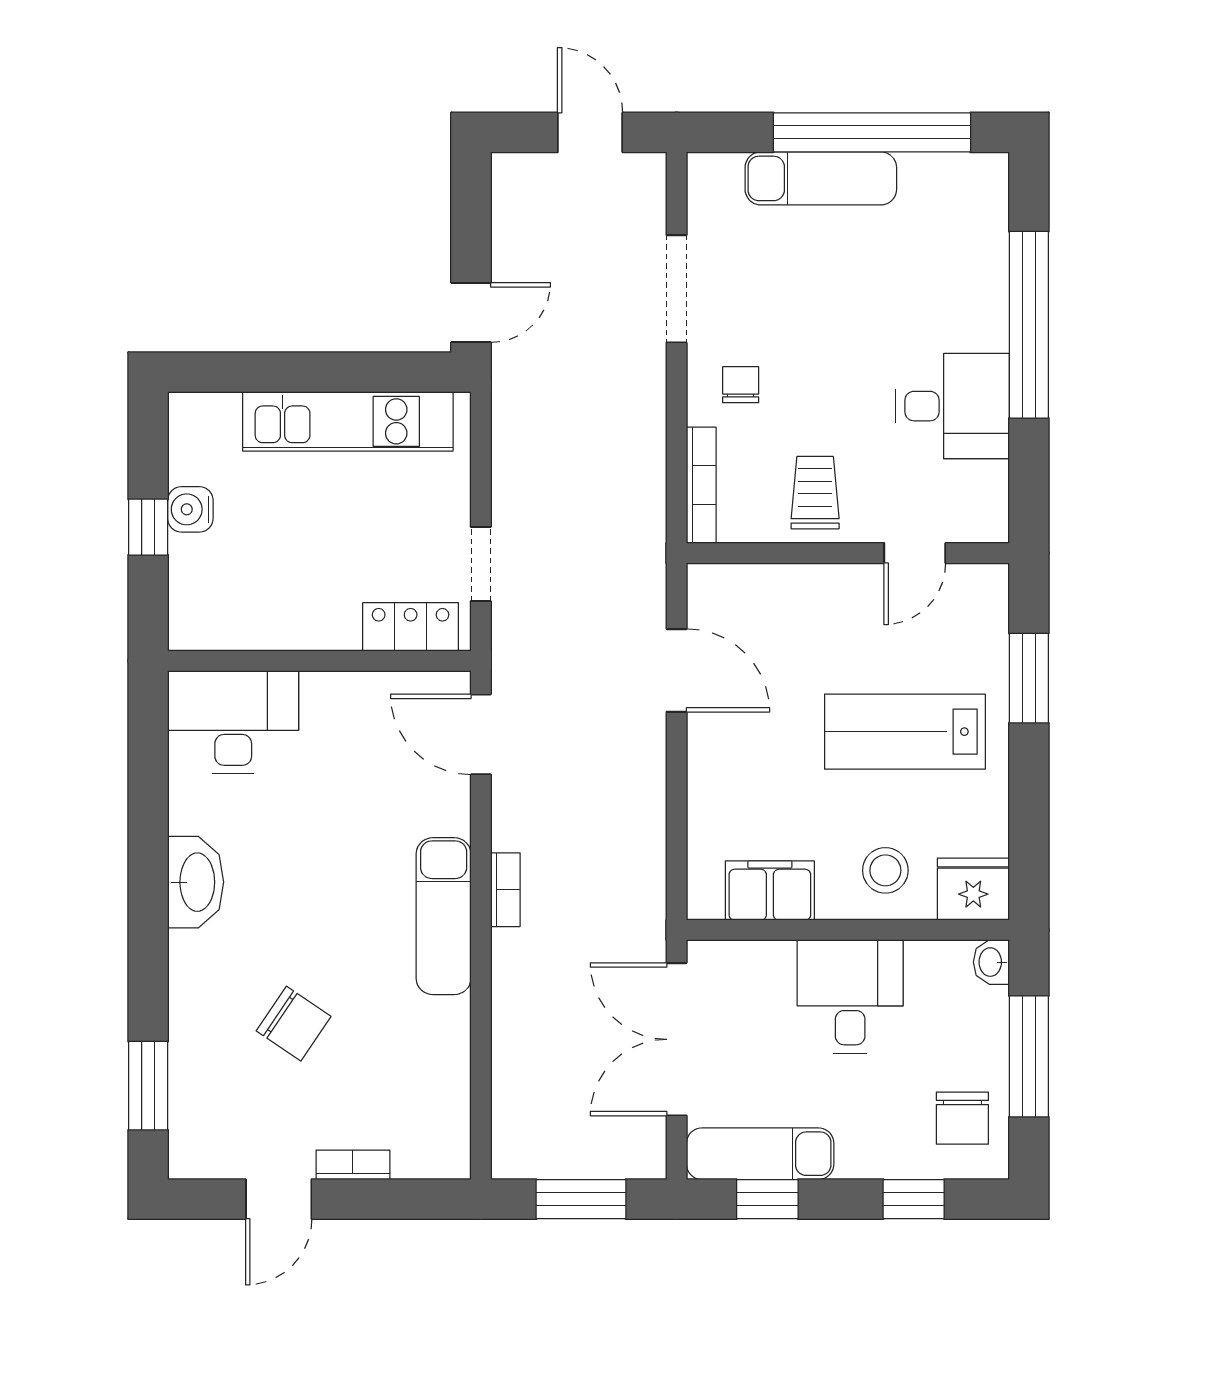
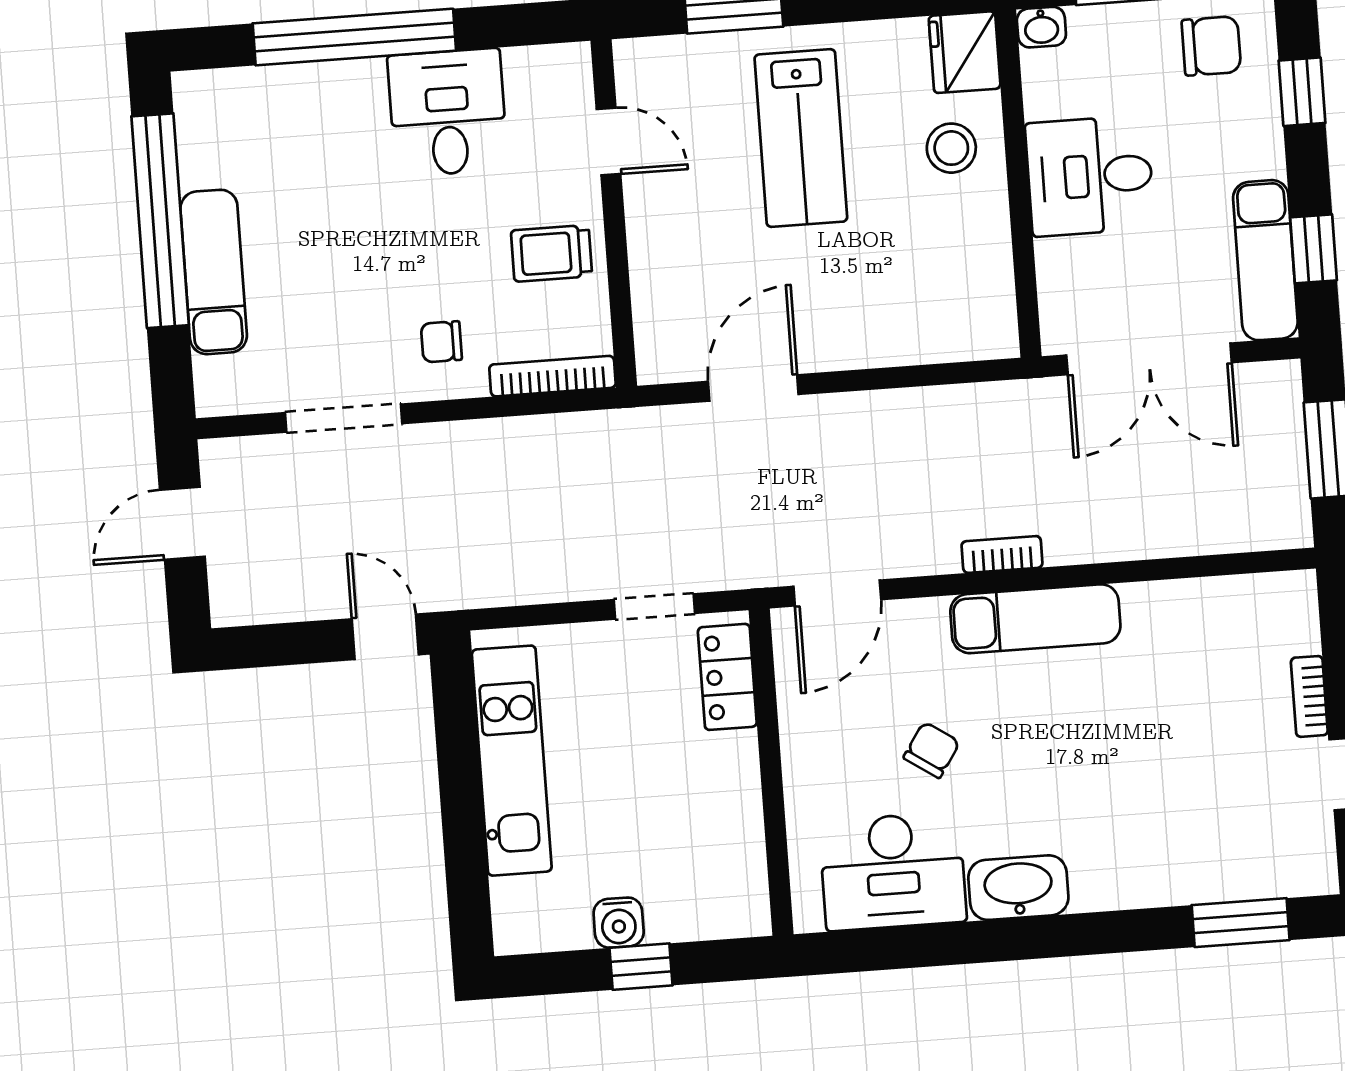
desk: (233, 722) -> (893, 871), moved, turned -90
filing cabinet: (770, 891) -> (982, 270), removed
chair: (294, 1024) -> (932, 750), moved, width x0.73, depth x0.73

